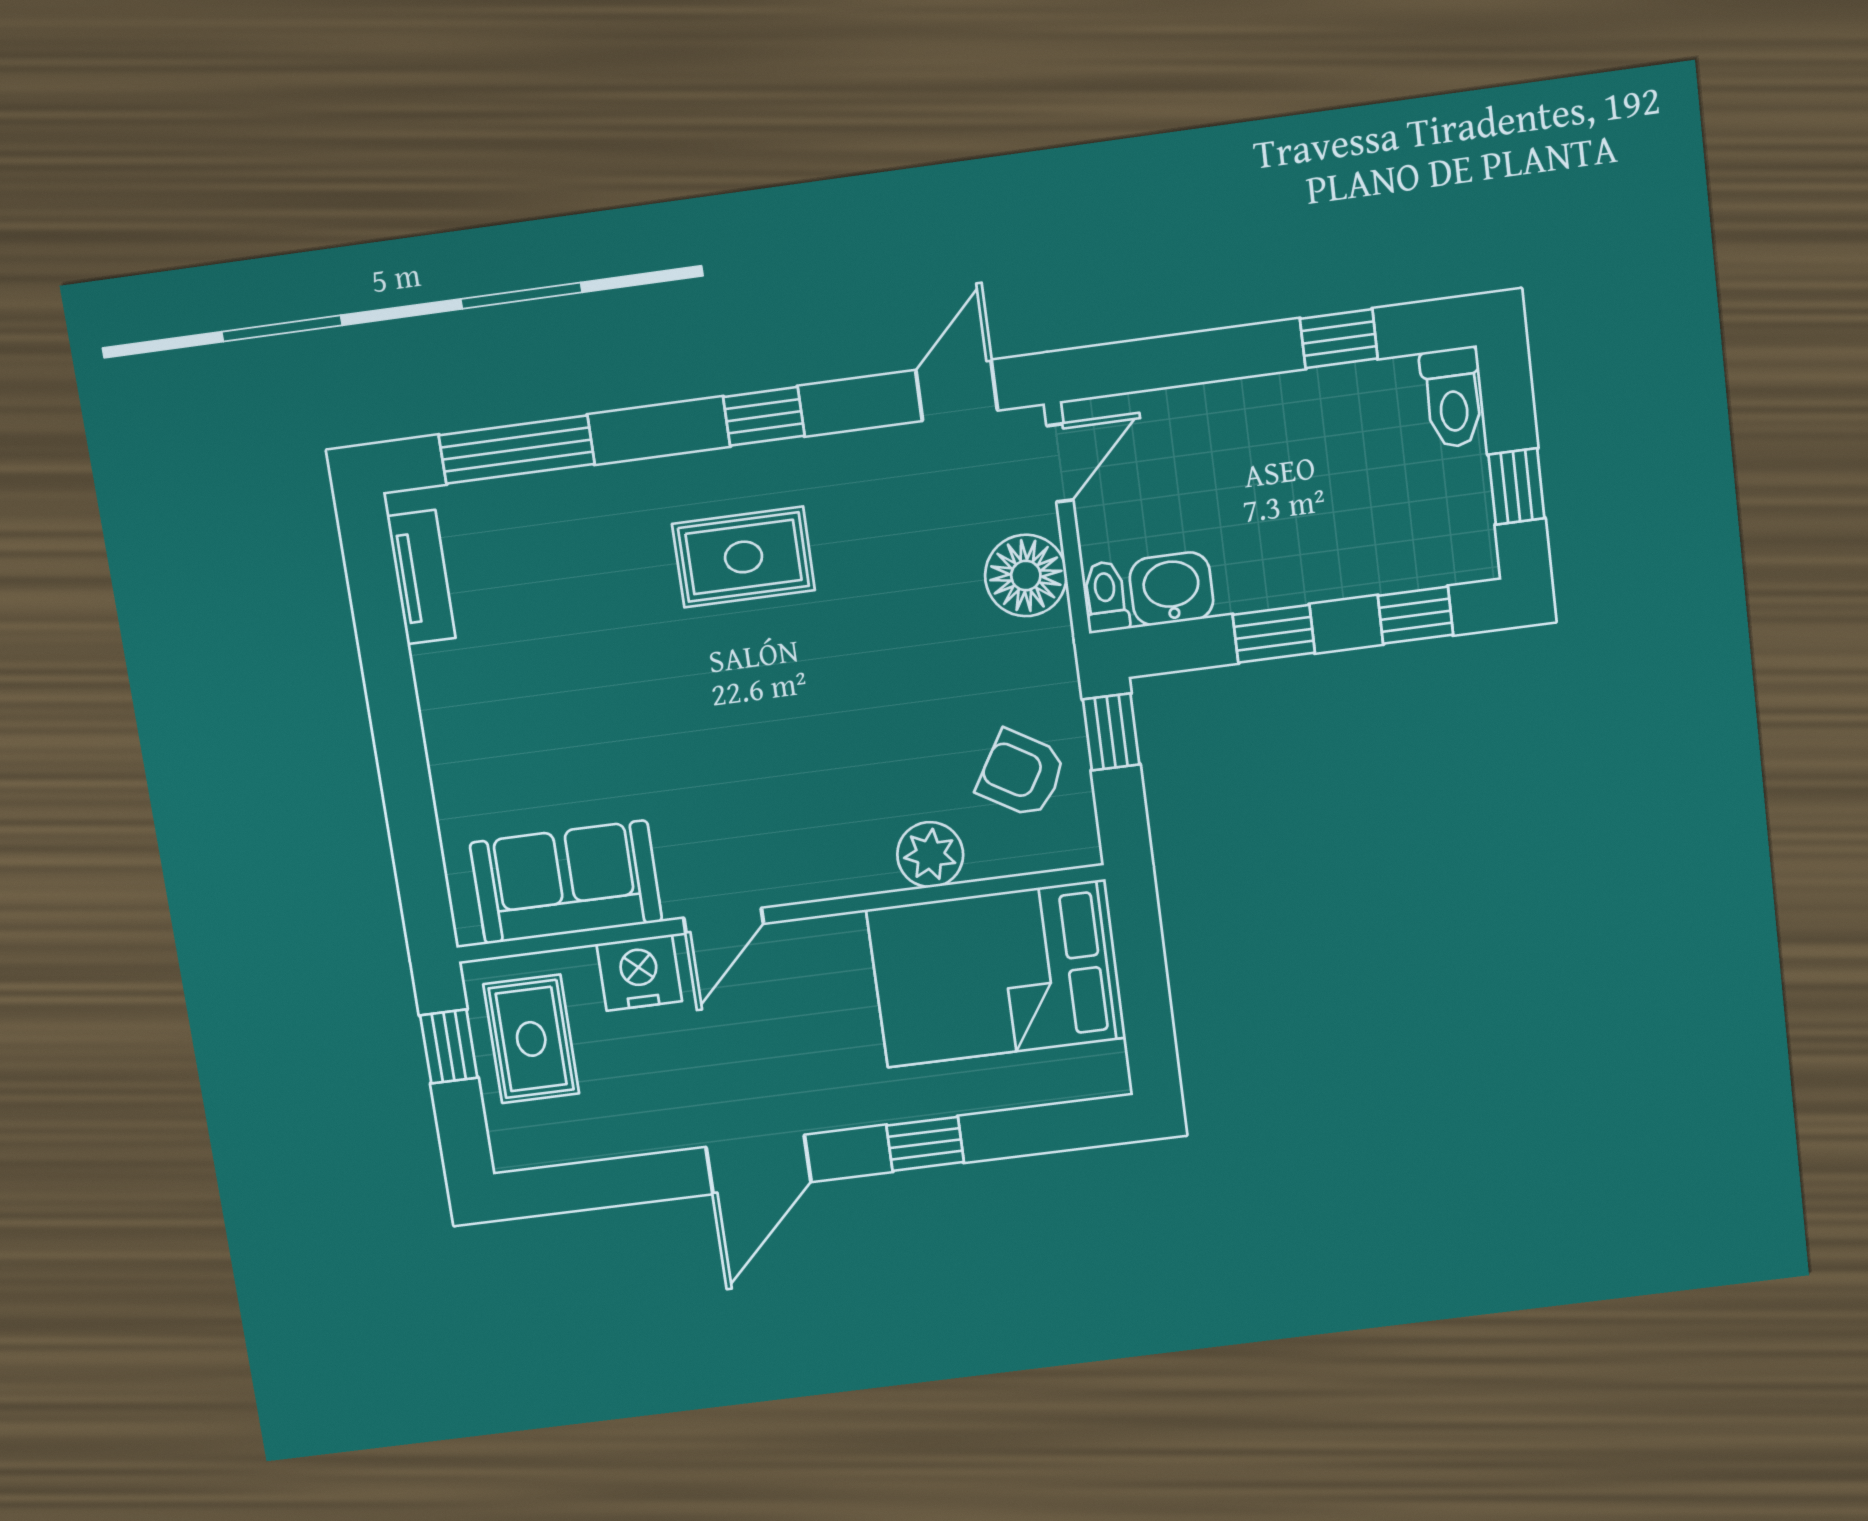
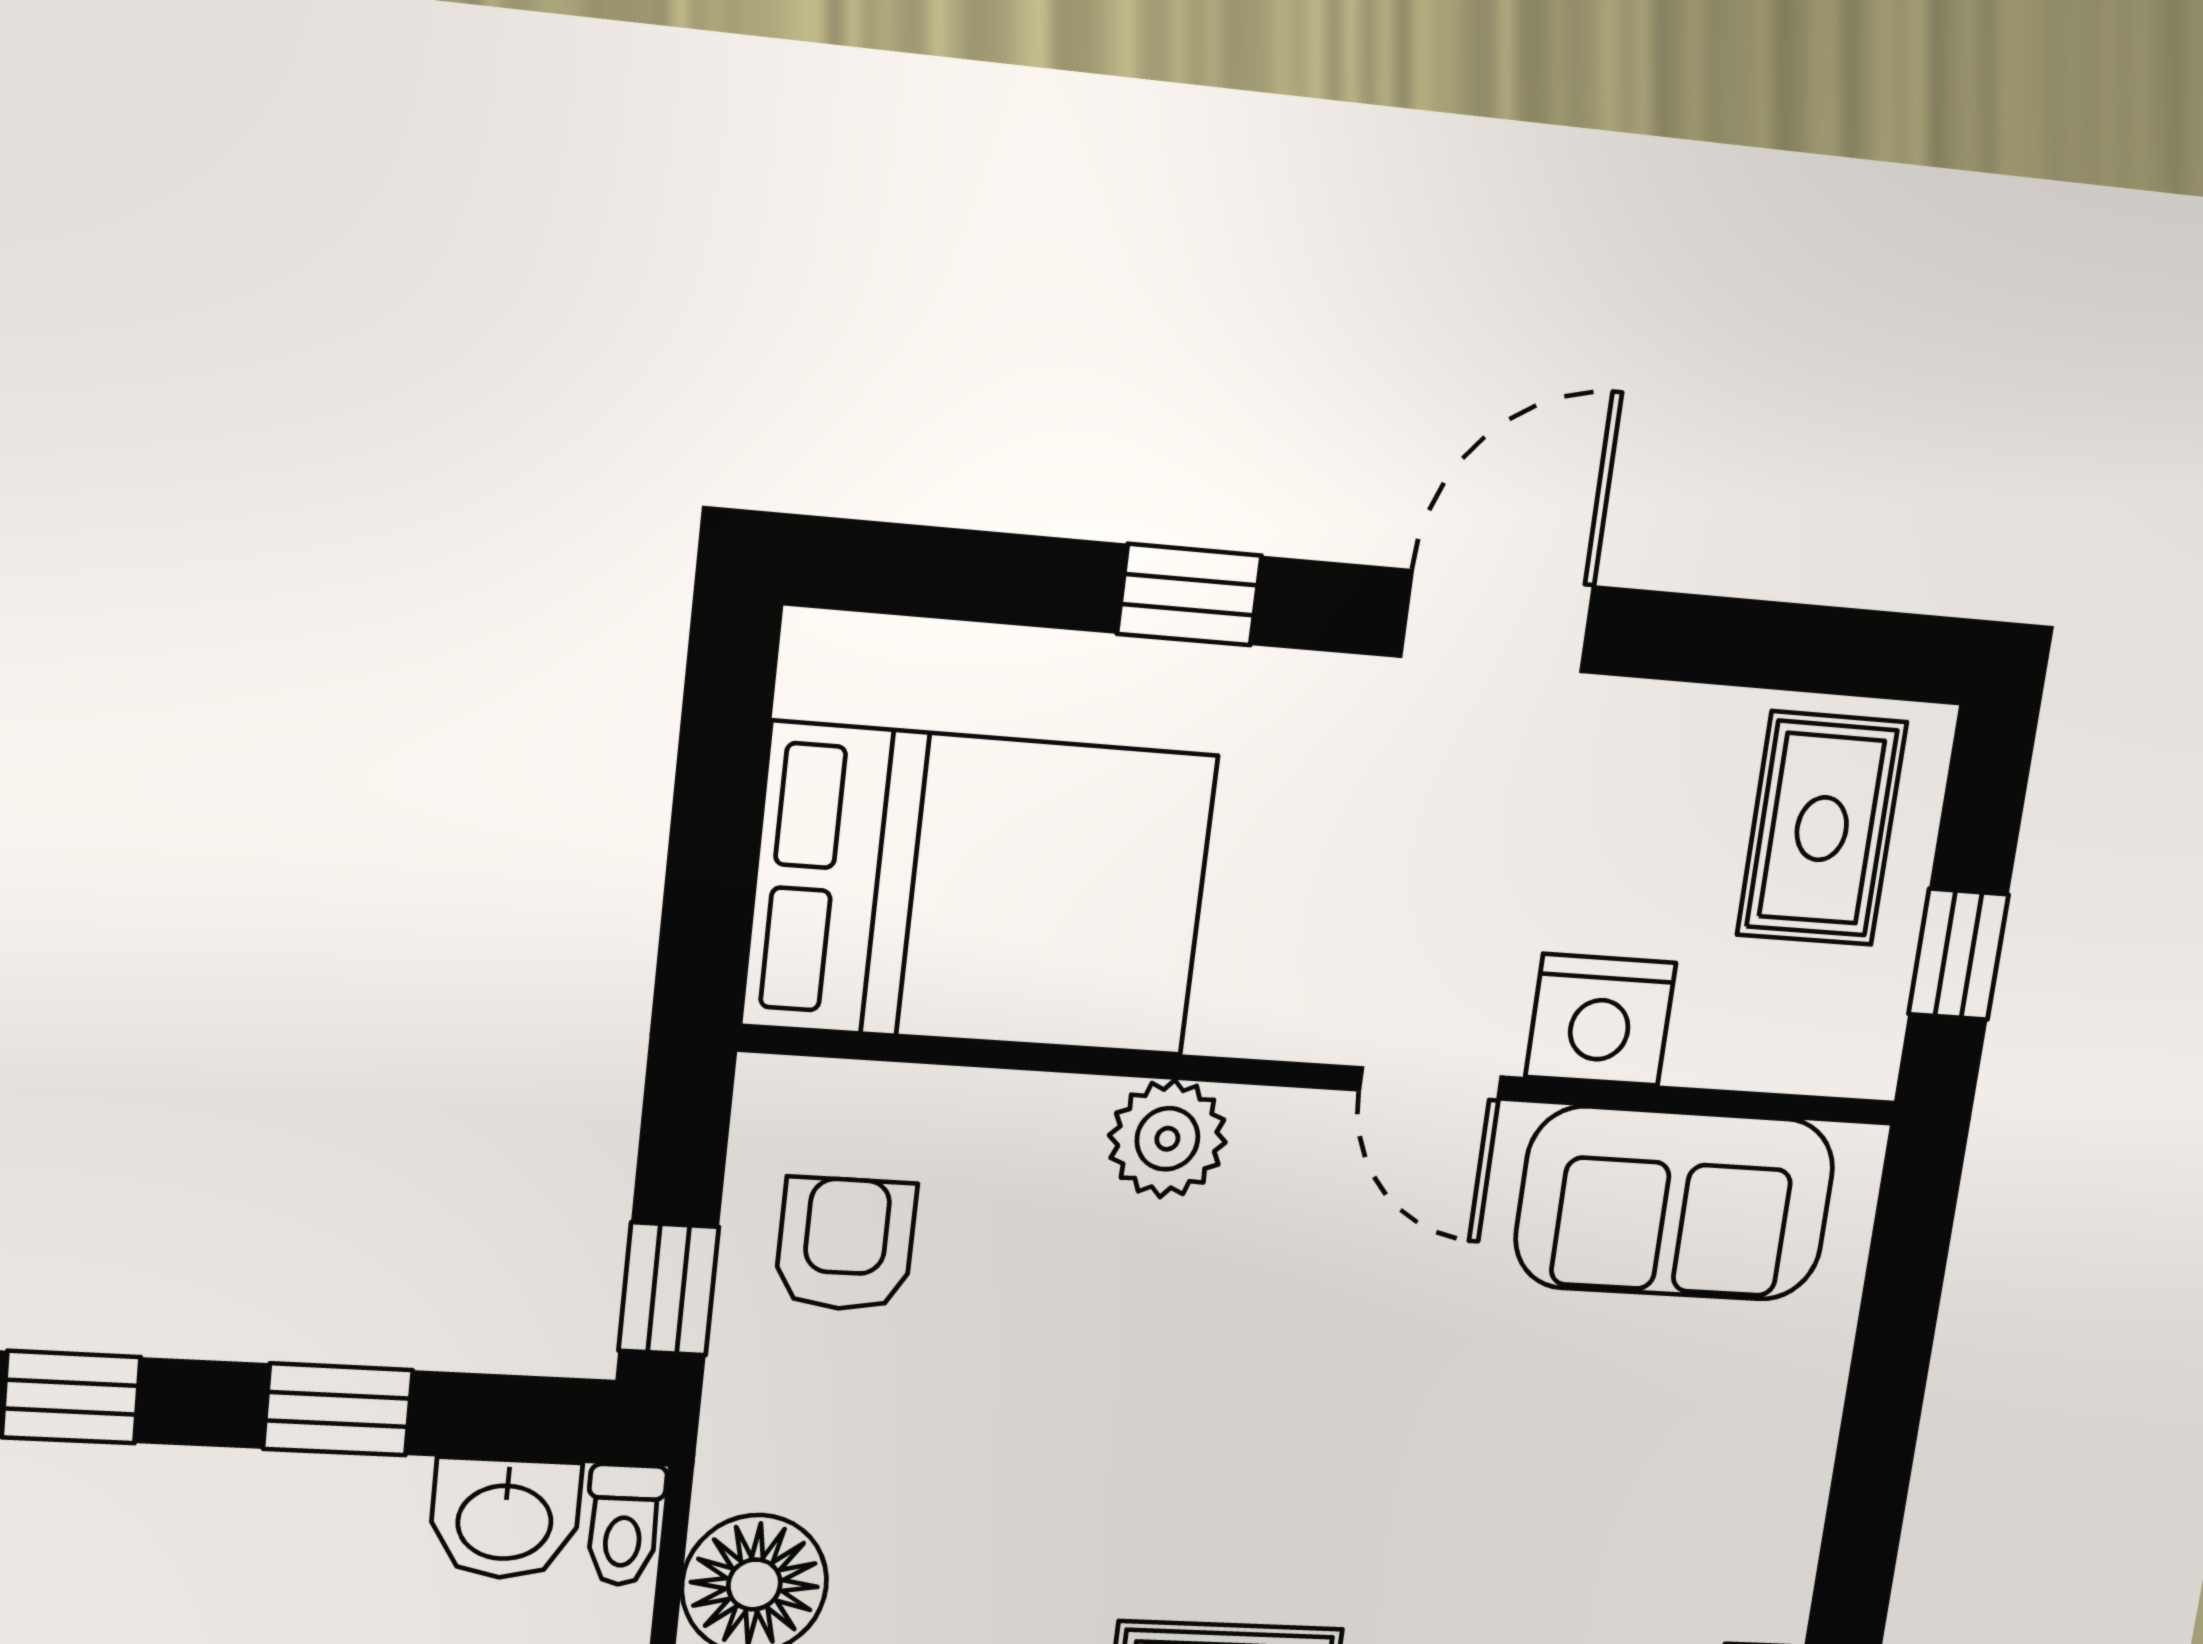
armchair: (1021, 774) -> (845, 1244), turned -121
plant: (930, 855) -> (1167, 1139), moved
door: (724, 921) -> (1431, 1083), swing flipped
rug: (531, 1039) -> (1822, 829), moved

